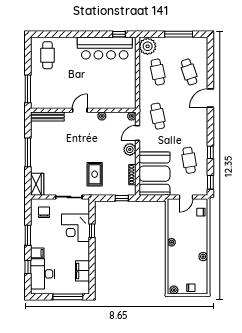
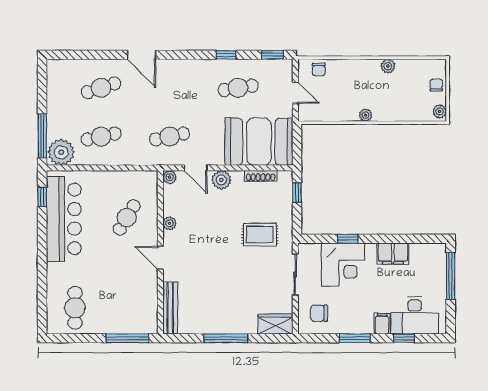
window: (179, 34) -> (42, 136), moved
cafe table: (48, 55) -> (75, 308), turned 90
cafe table: (106, 88) -> (127, 218), added
filing cabinet: (82, 271) -> (393, 254), moved

